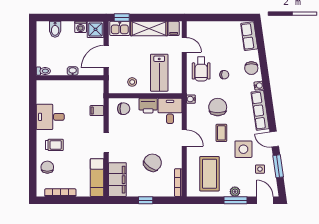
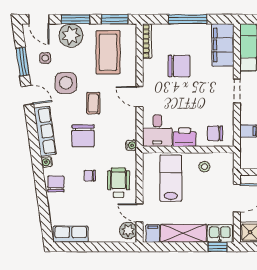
plant: (193, 31) -> (128, 230), added
row of seats: (249, 36) -> (71, 234), moved, turned -82
chair: (218, 107) -> (83, 136), moved
chair: (152, 163) -> (179, 66), turned -125
plant: (235, 192) -> (71, 36), width x1.88, depth x1.88
window: (146, 200) -> (188, 19), width x2.17
window: (204, 200) -> (115, 19), added

